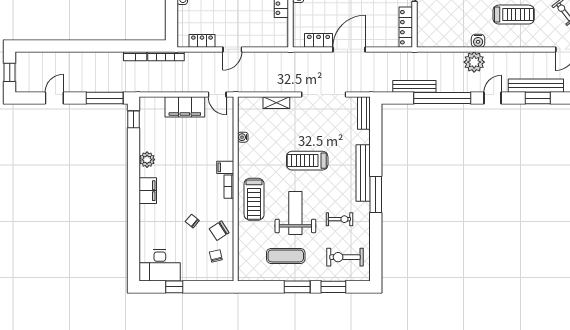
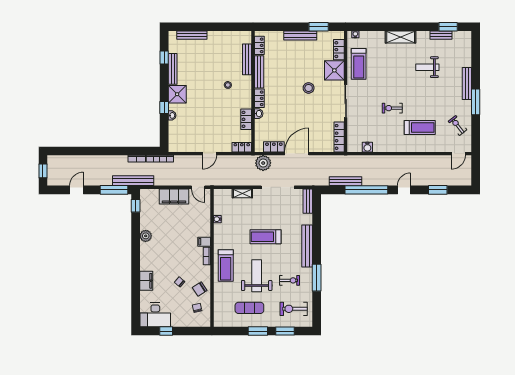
locker: (202, 41) -> (242, 147), moved
water cooler: (478, 41) -> (367, 147), moved
plant: (474, 62) -> (263, 163), moved
bench: (536, 86) -> (133, 181), moved
filing cabinet: (148, 191) -> (146, 281), moved
window: (376, 195) -> (317, 278), moved

